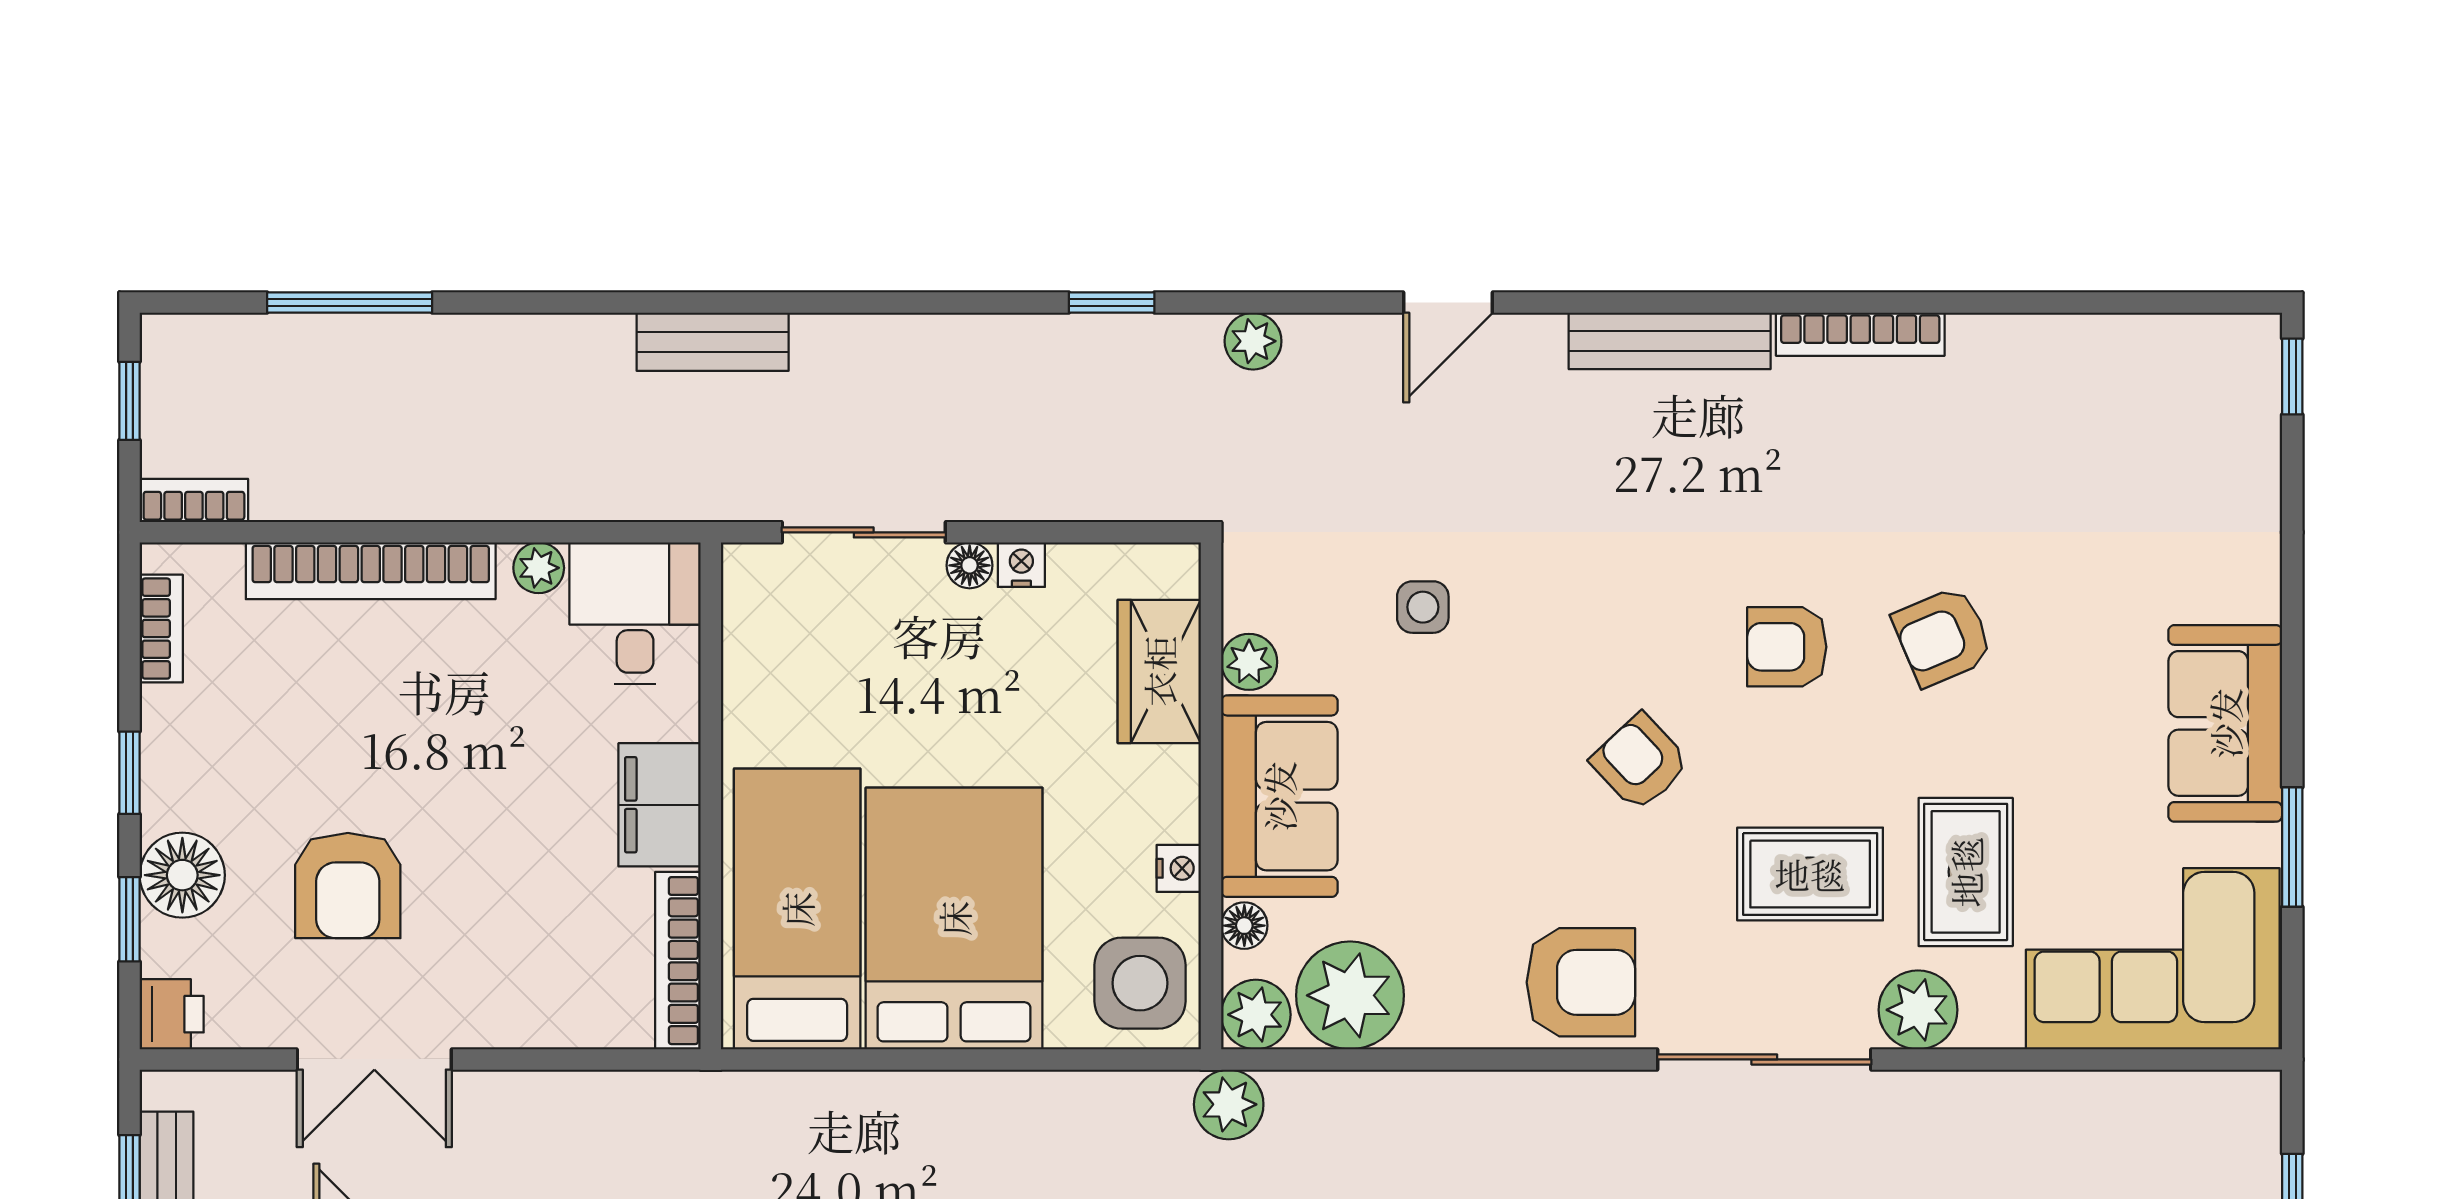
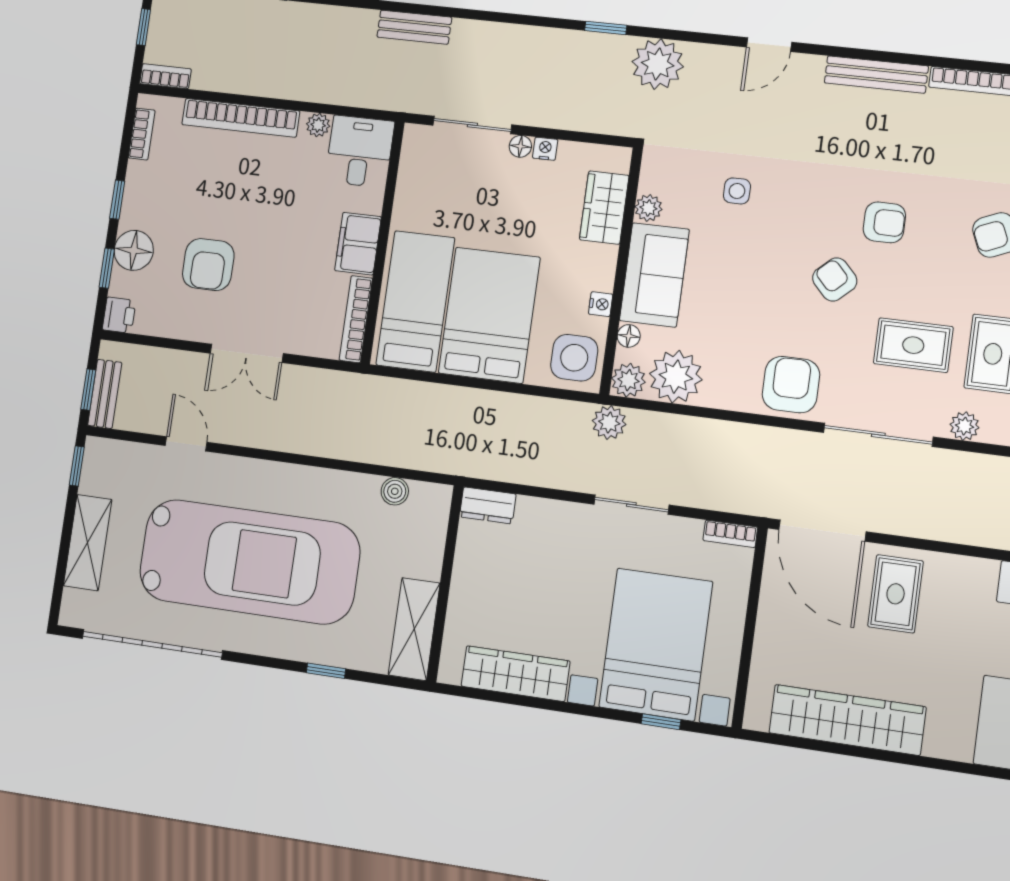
plant: (1253, 341) -> (658, 64), width x1.87, depth x1.87
armchair: (1787, 647) -> (884, 222), moved, turned 180
armchair: (1581, 982) -> (791, 385), turned -90
plant: (1918, 1010) -> (964, 426), width x0.73, depth x0.73
double door: (374, 1059) -> (247, 353), moved

